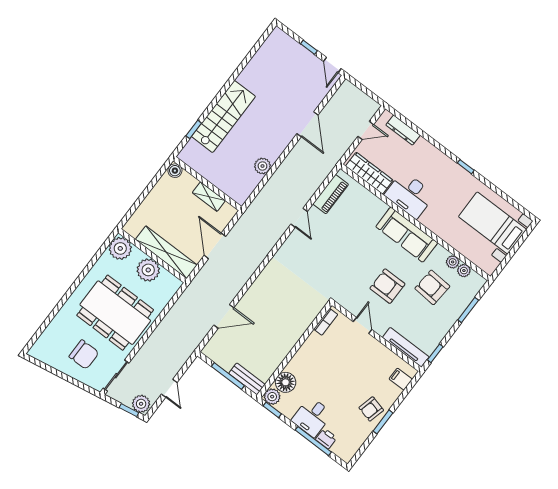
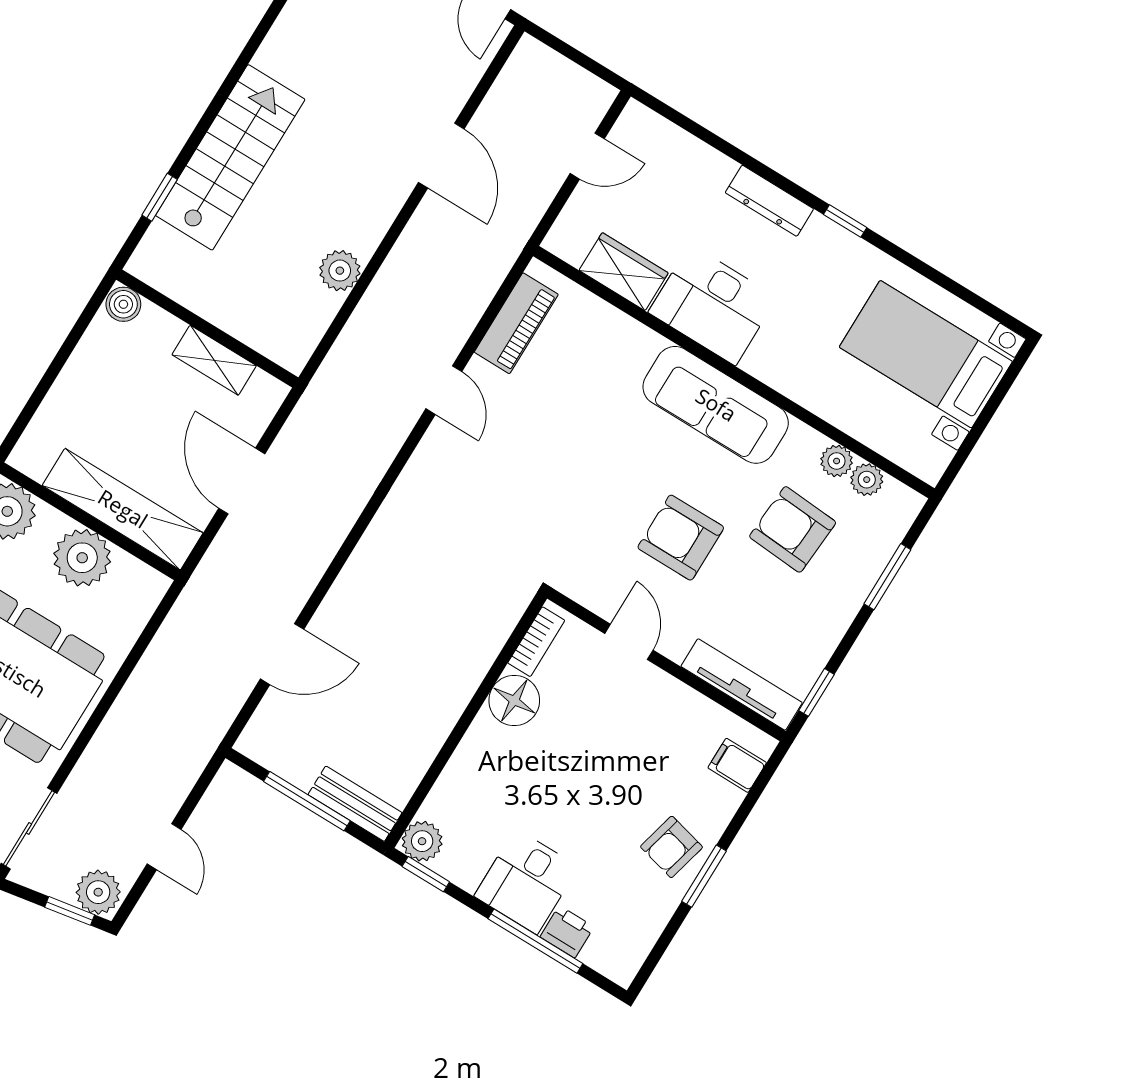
dresser: (403, 130) -> (769, 201), moved
wardrobe: (369, 173) -> (624, 272), width x0.67
floor lamp: (286, 382) -> (514, 701), moved

